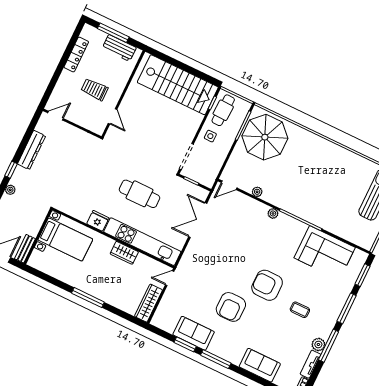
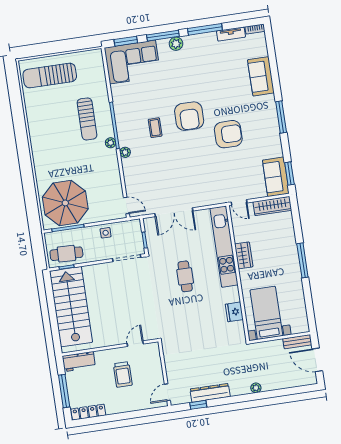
workbench: (119, 48) -> (79, 362), moved, turned 90
locker: (76, 54) -> (88, 412), moved
door: (56, 116) -> (167, 392), hinge flipped
side table: (210, 136) -> (106, 233), moved
window: (11, 170) -> (198, 405), moved
plant: (257, 192) -> (111, 143), moved
cafe table: (139, 194) -> (185, 276), width x0.73, depth x0.74
sun lounger: (321, 201) -> (87, 119), added
fridge: (98, 221) -> (234, 312), moved
corner sofa: (325, 253) -> (132, 62), moved, turned 90
coffee table: (300, 310) -> (155, 128), moved
sofa: (194, 333) -> (276, 177), moved
window: (185, 344) -> (289, 173), moved
plant: (318, 344) -> (176, 44), moved

